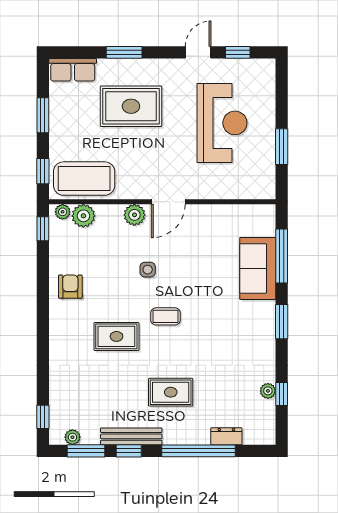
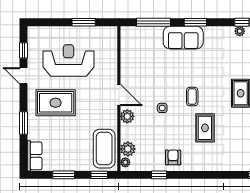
rug: (131, 106) -> (56, 103), moved, turned 90
window: (43, 229) -> (159, 175), moved
sofa: (258, 268) -> (183, 38), moved
armchair: (70, 287) -> (173, 157), turned 90

